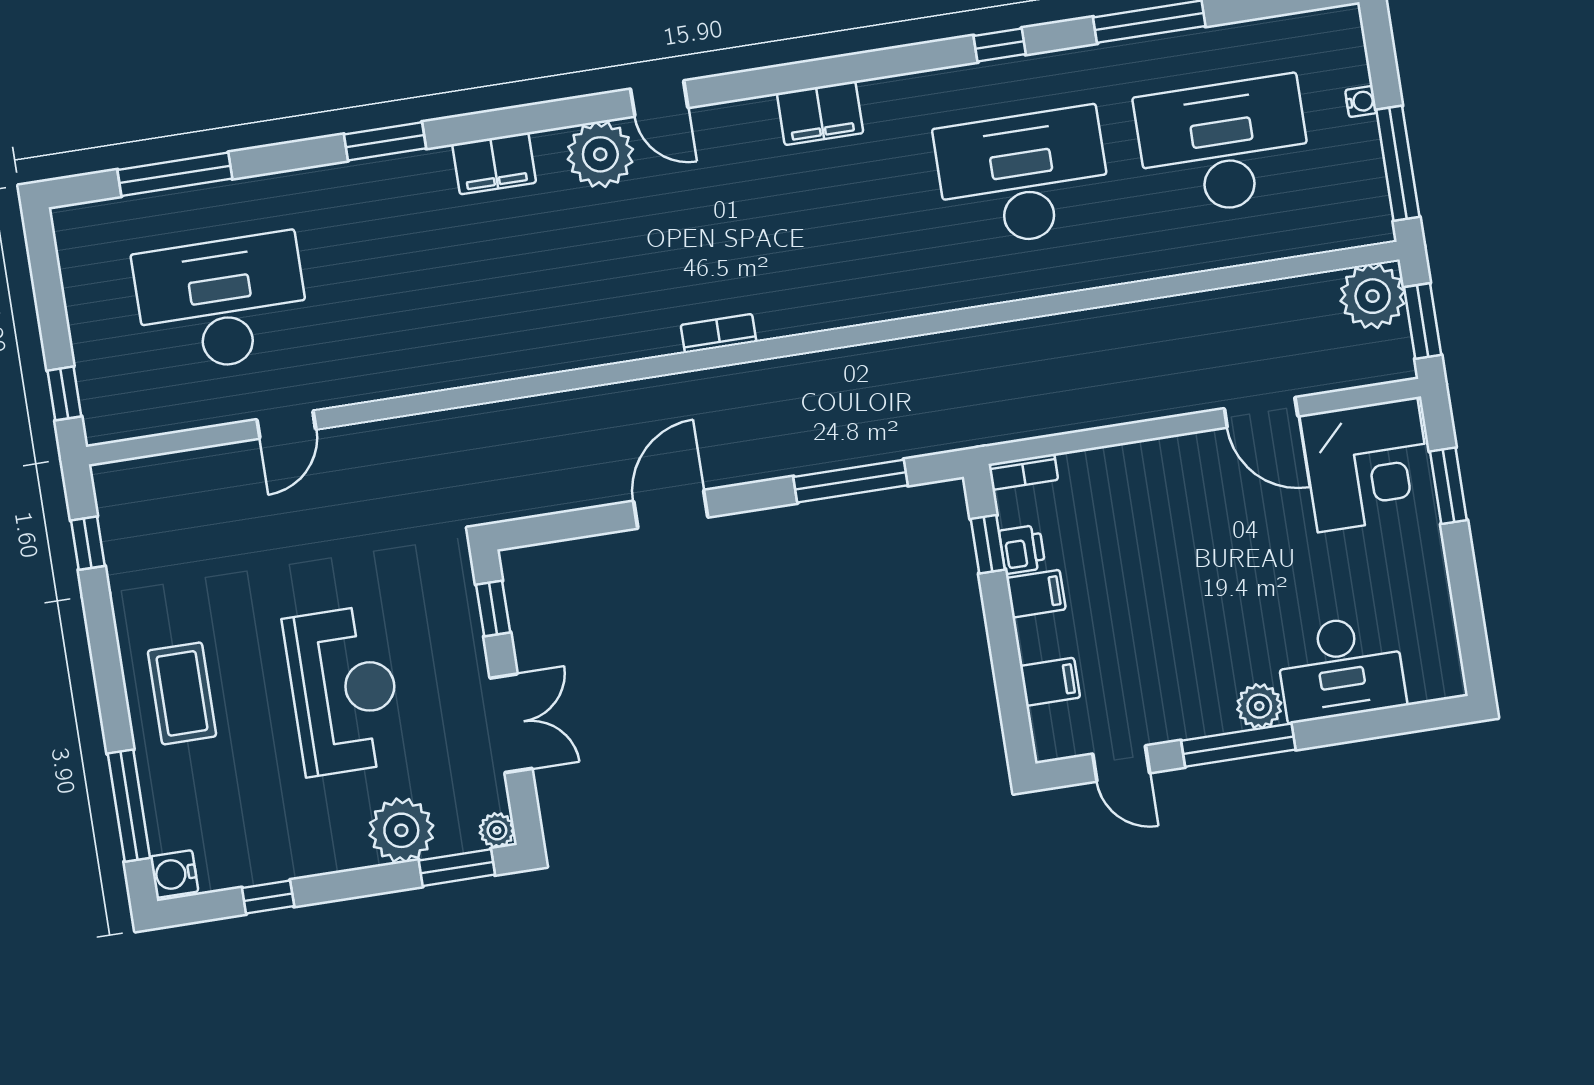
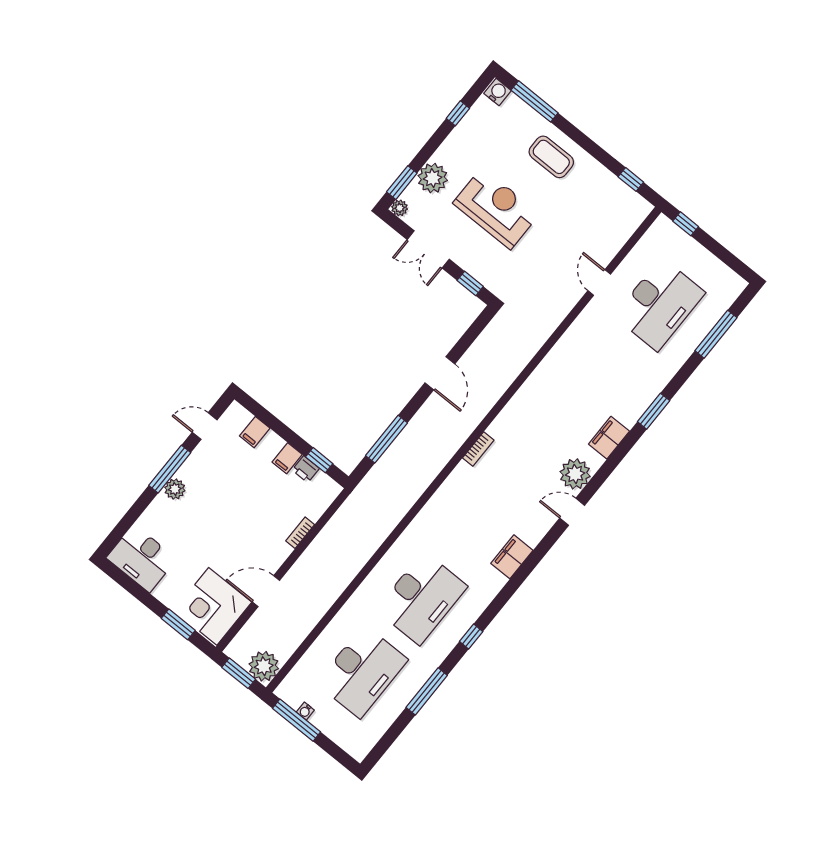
water cooler: (1361, 101) -> (305, 711), moved
bookcase: (1023, 472) -> (300, 533), moved
desk: (1341, 668) -> (142, 558), moved, turned -90
reception desk: (344, 690) -> (496, 208), turned 180

